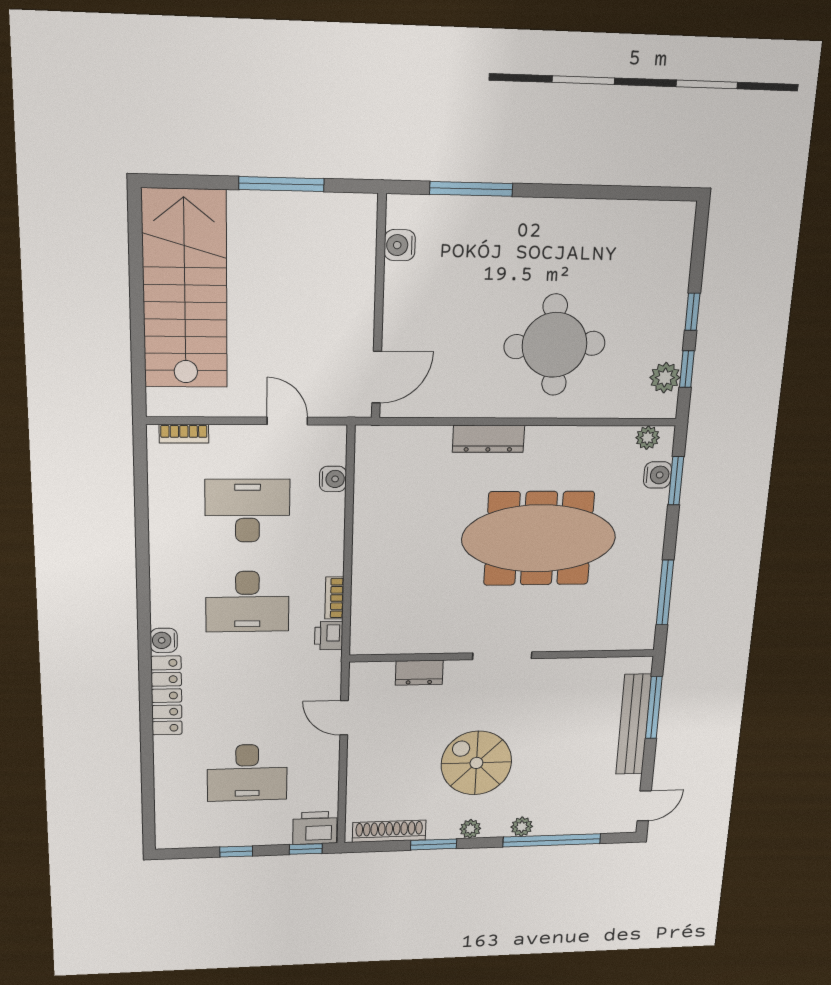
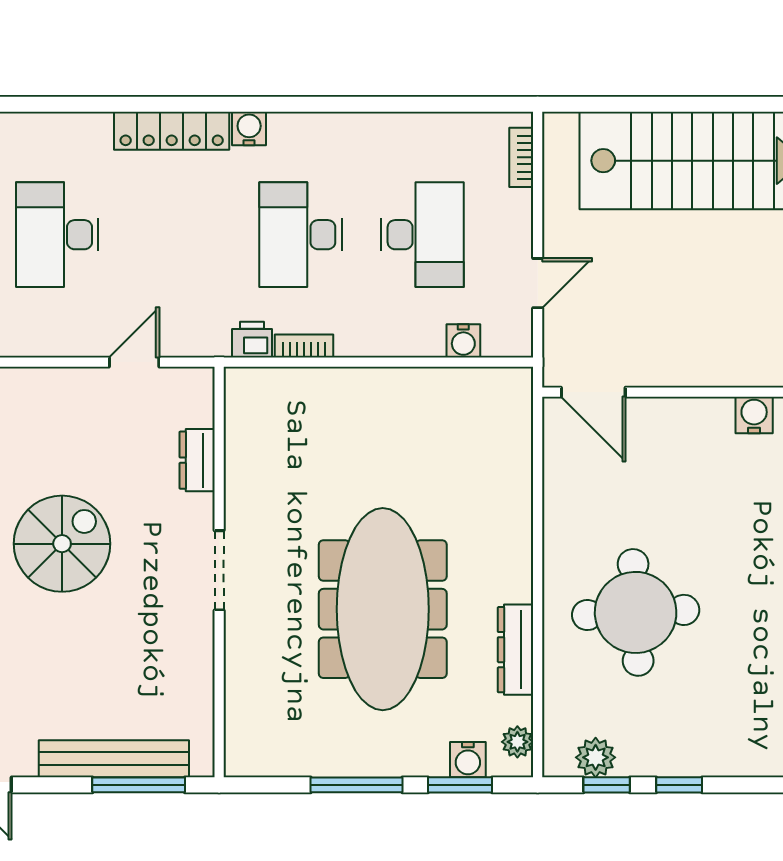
dresser: (488, 439) -> (516, 650), moved
window: (665, 593) -> (356, 785), moved

